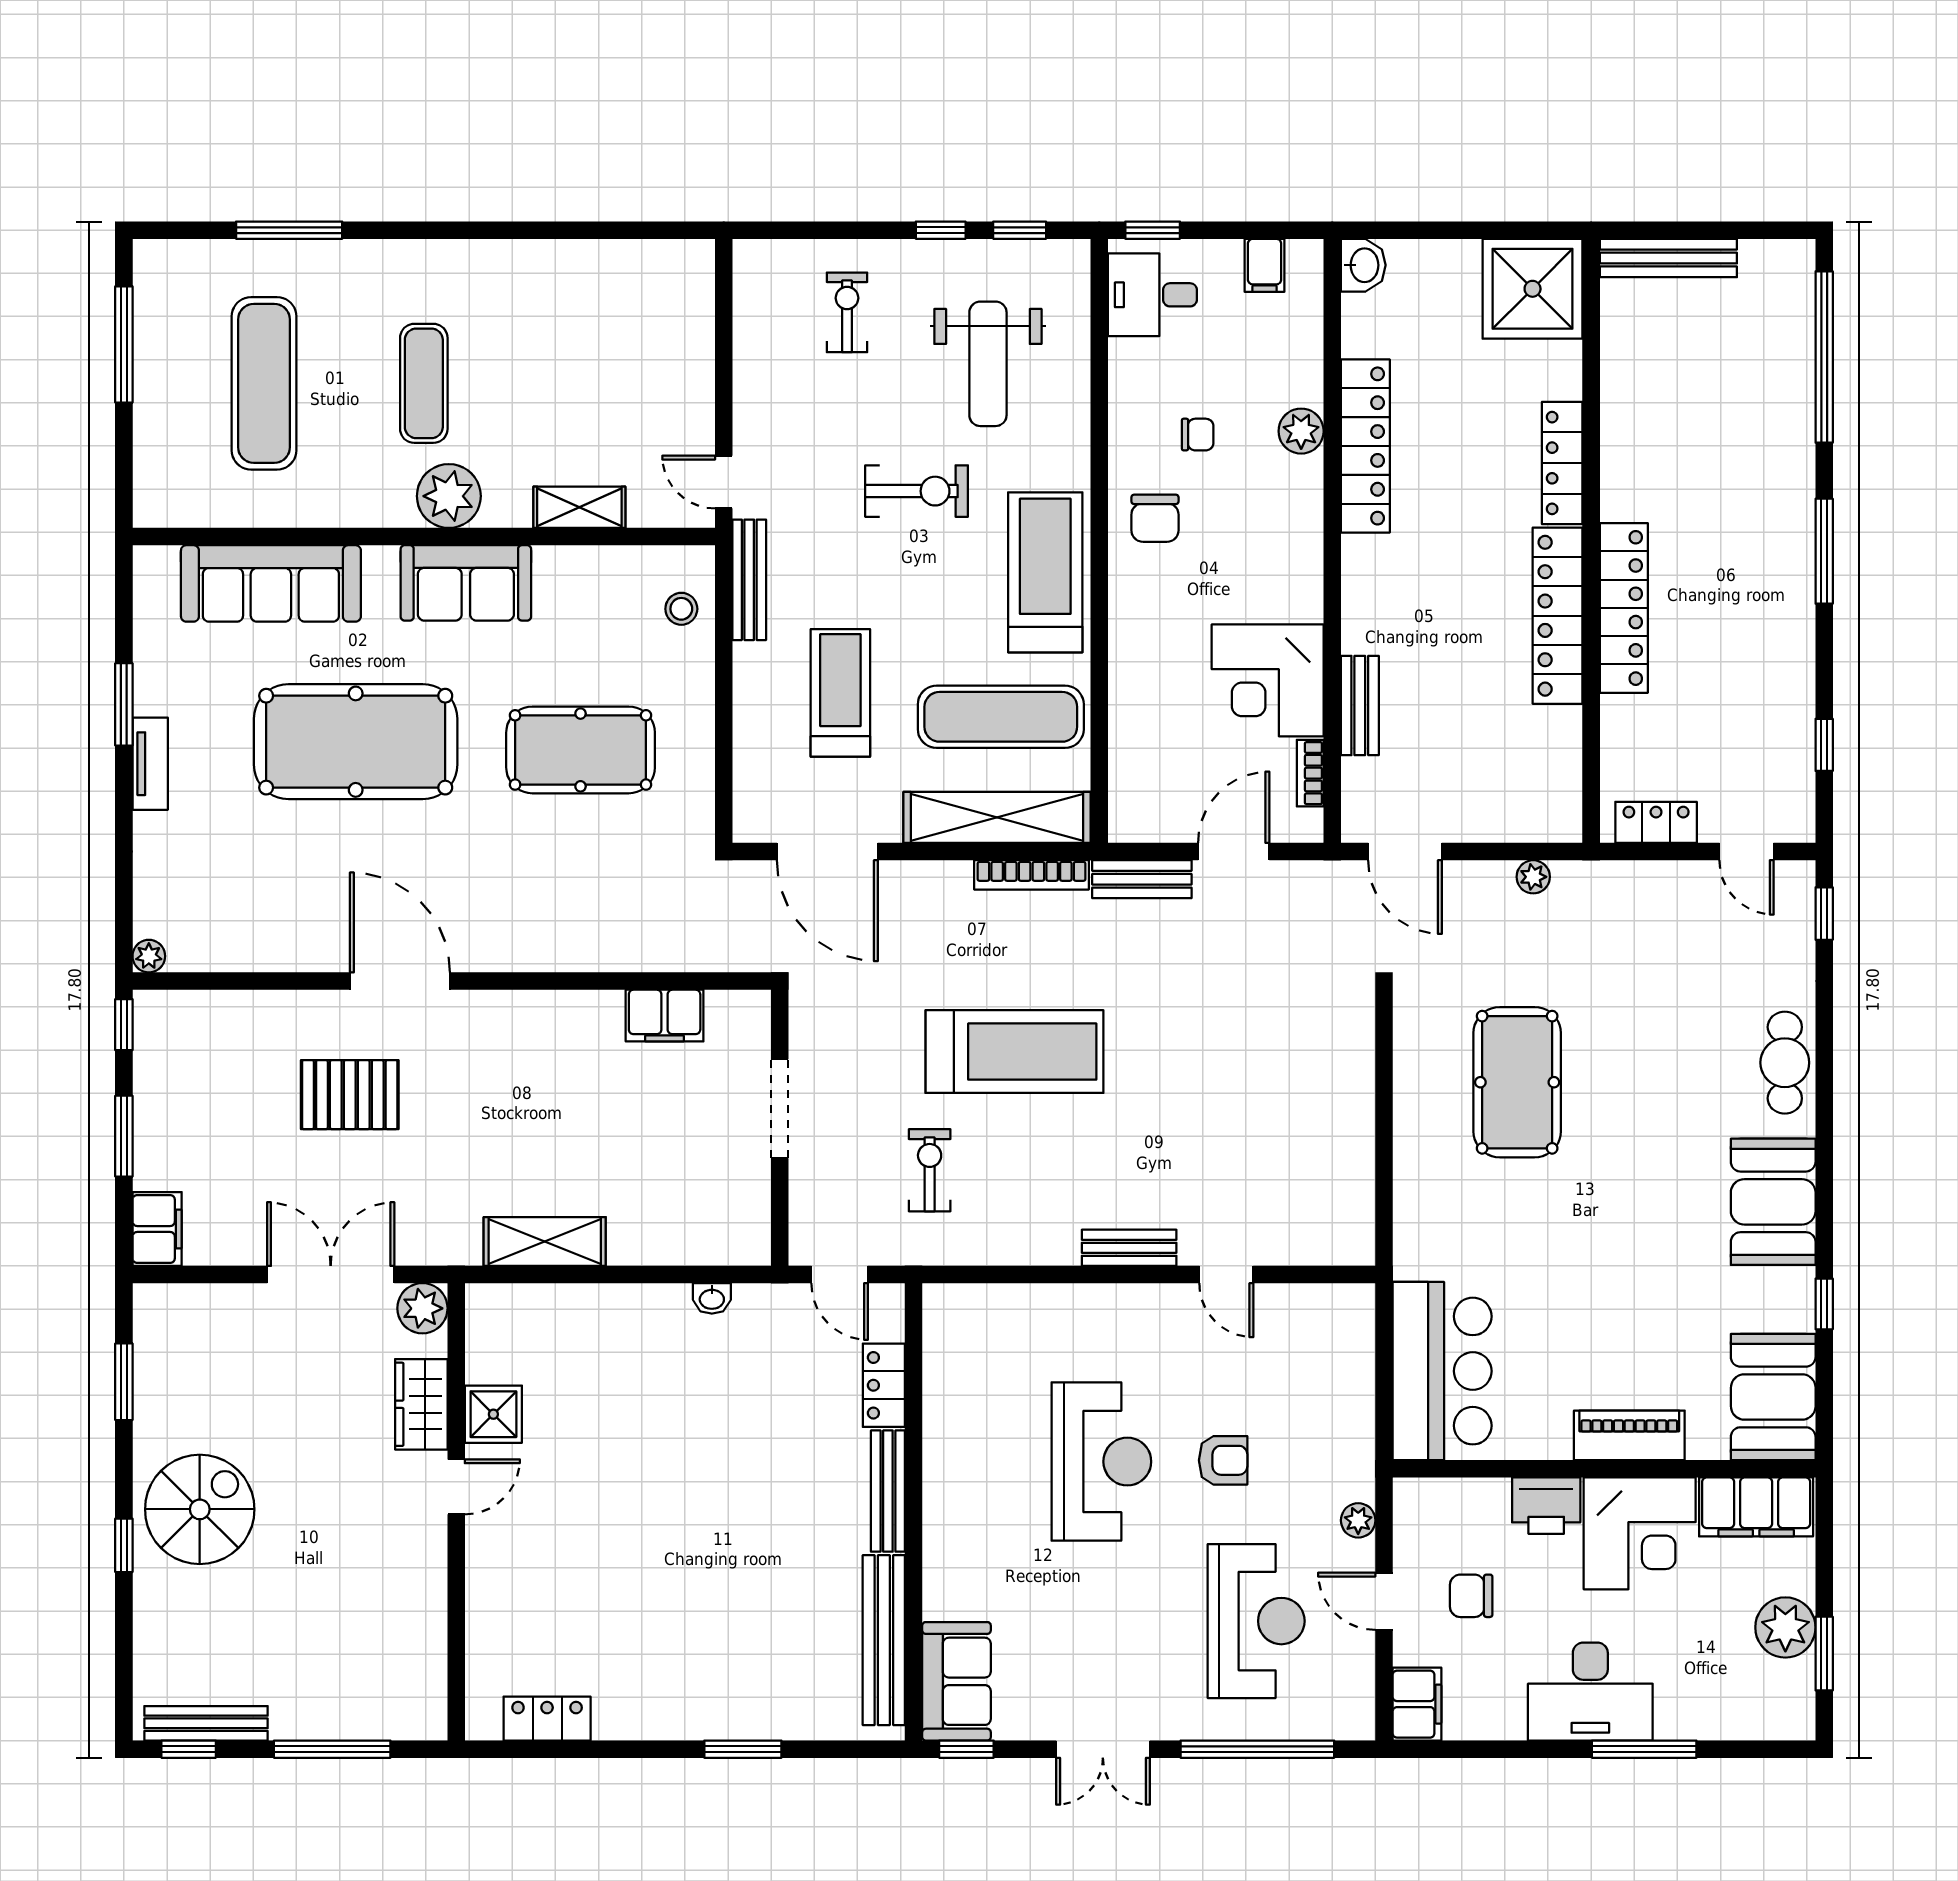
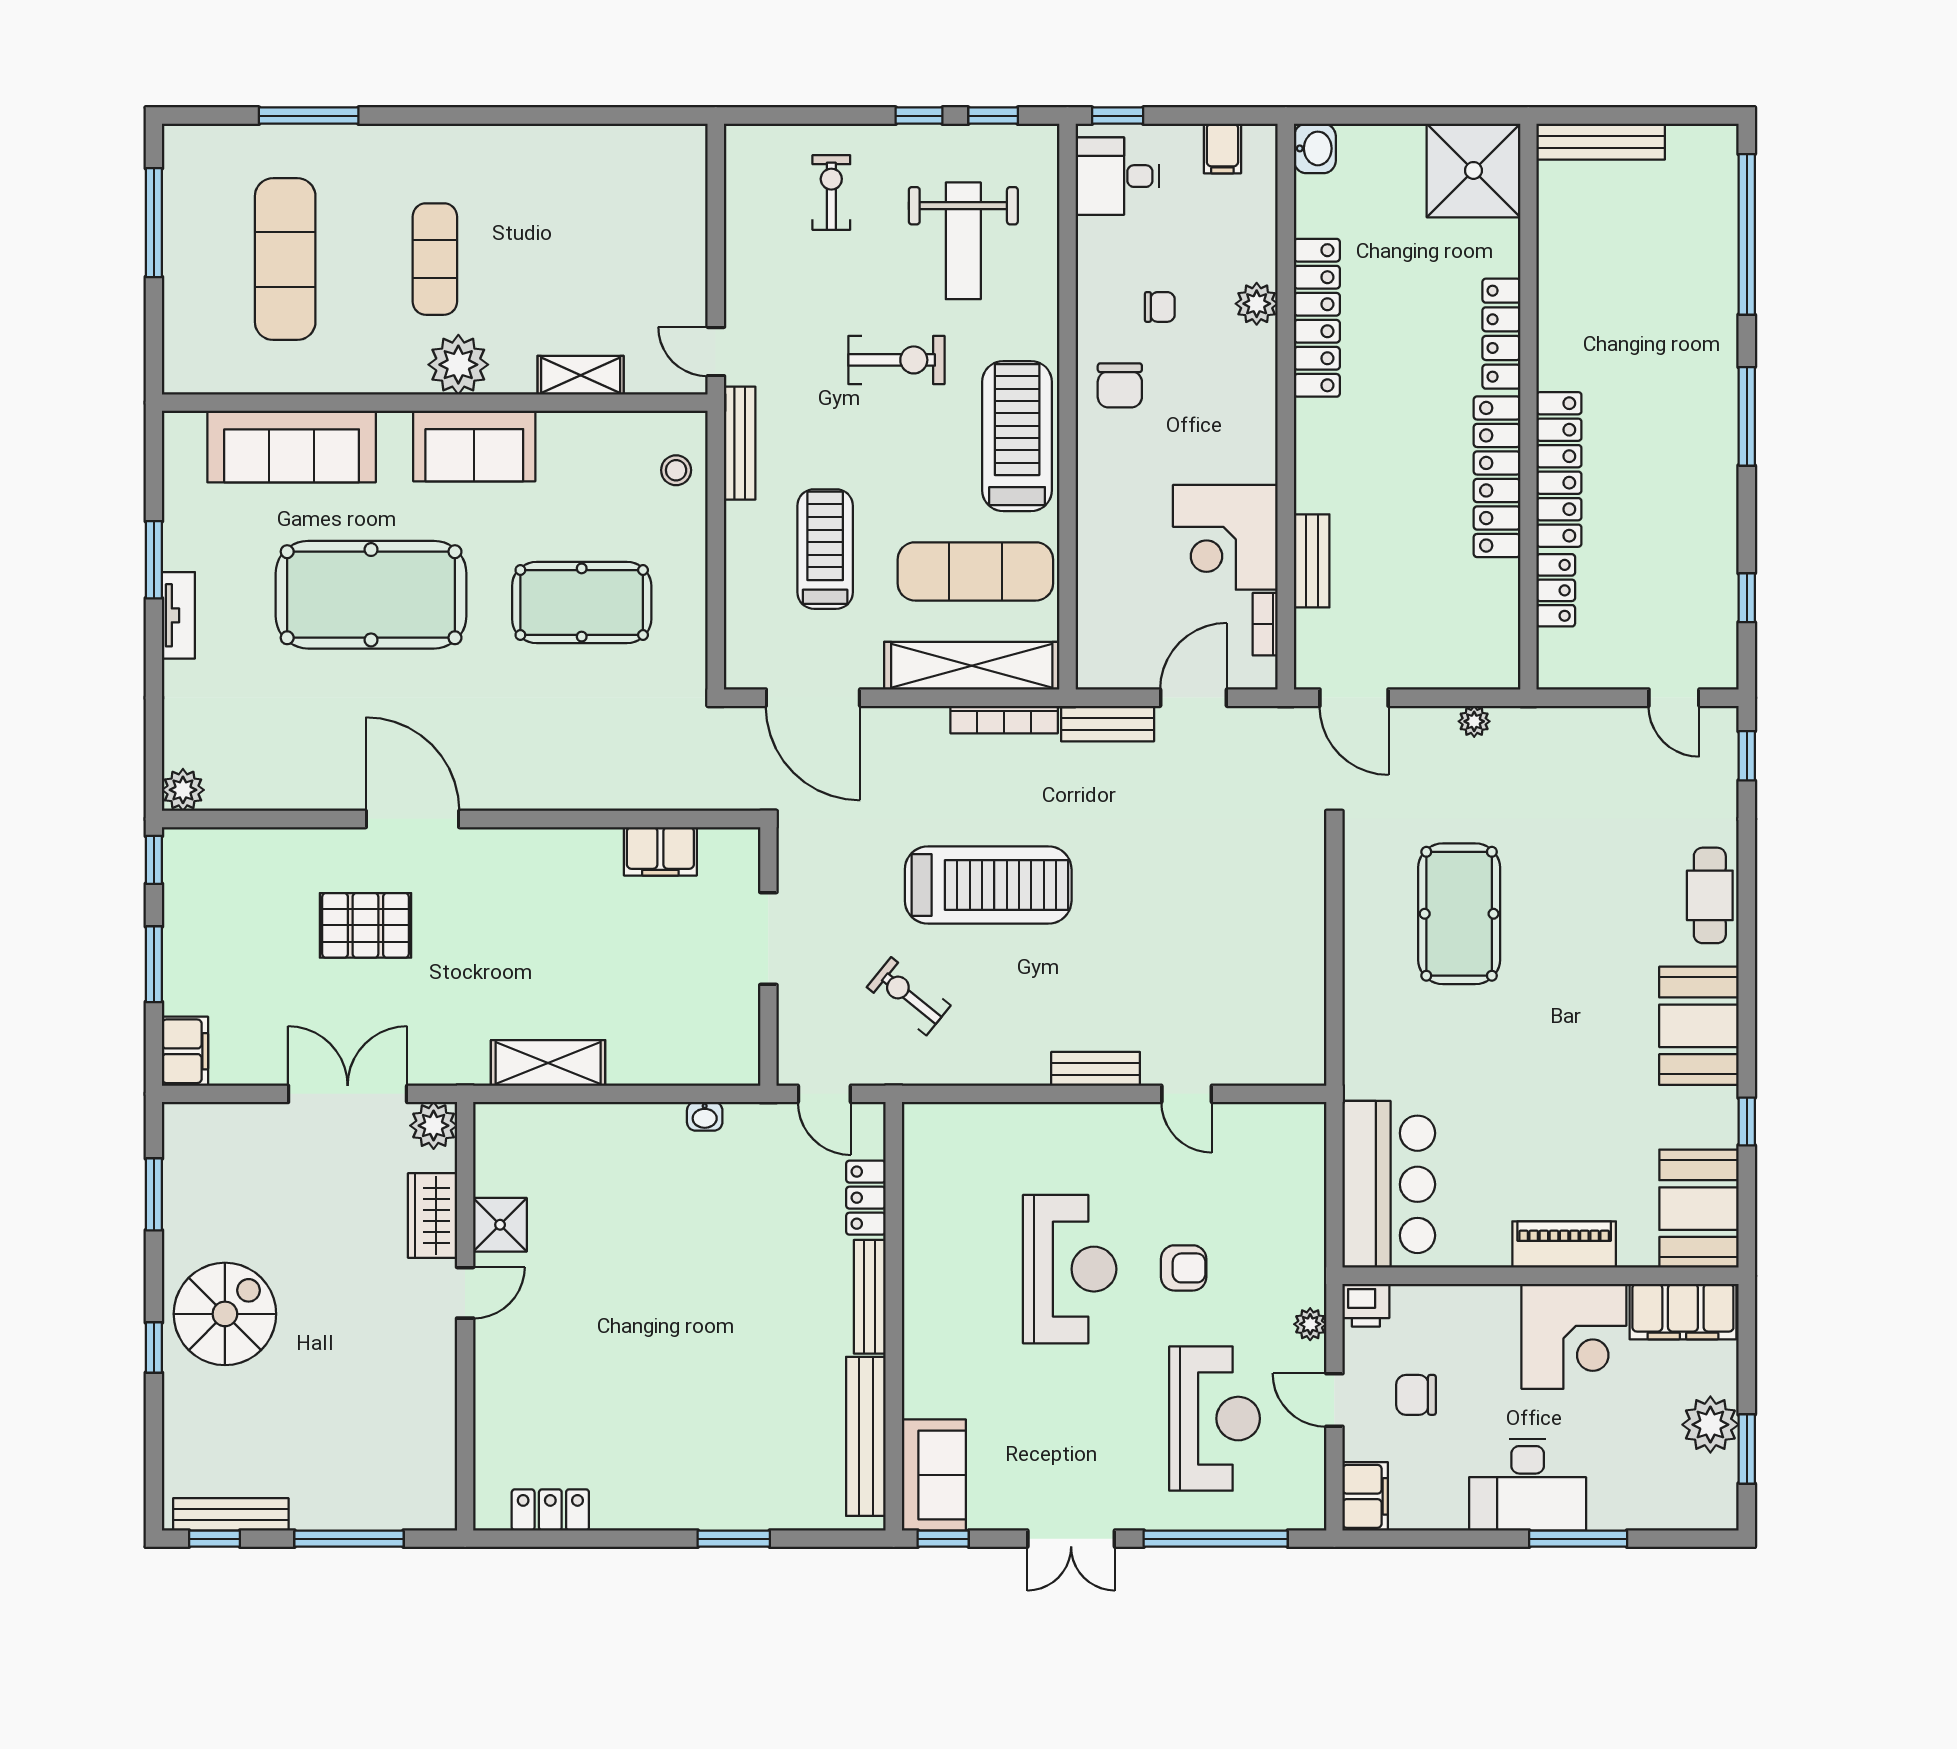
locker: (1656, 822) -> (1556, 590), moved, turned 90
plant: (149, 956) -> (183, 790), width x1.38, depth x1.38
exercise bike: (930, 1170) -> (909, 996), turned -51
printer: (1546, 1506) -> (1366, 1305), moved, width x0.73, depth x0.81

